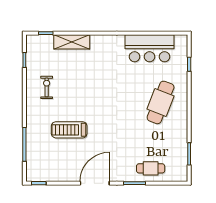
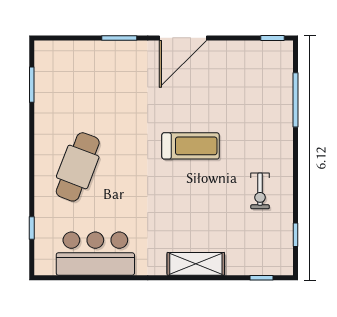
shelving: (72, 42) -> (196, 264), moved
treadmill: (69, 130) -> (191, 146), moved
cafe table: (151, 168) -> (94, 61), removed

